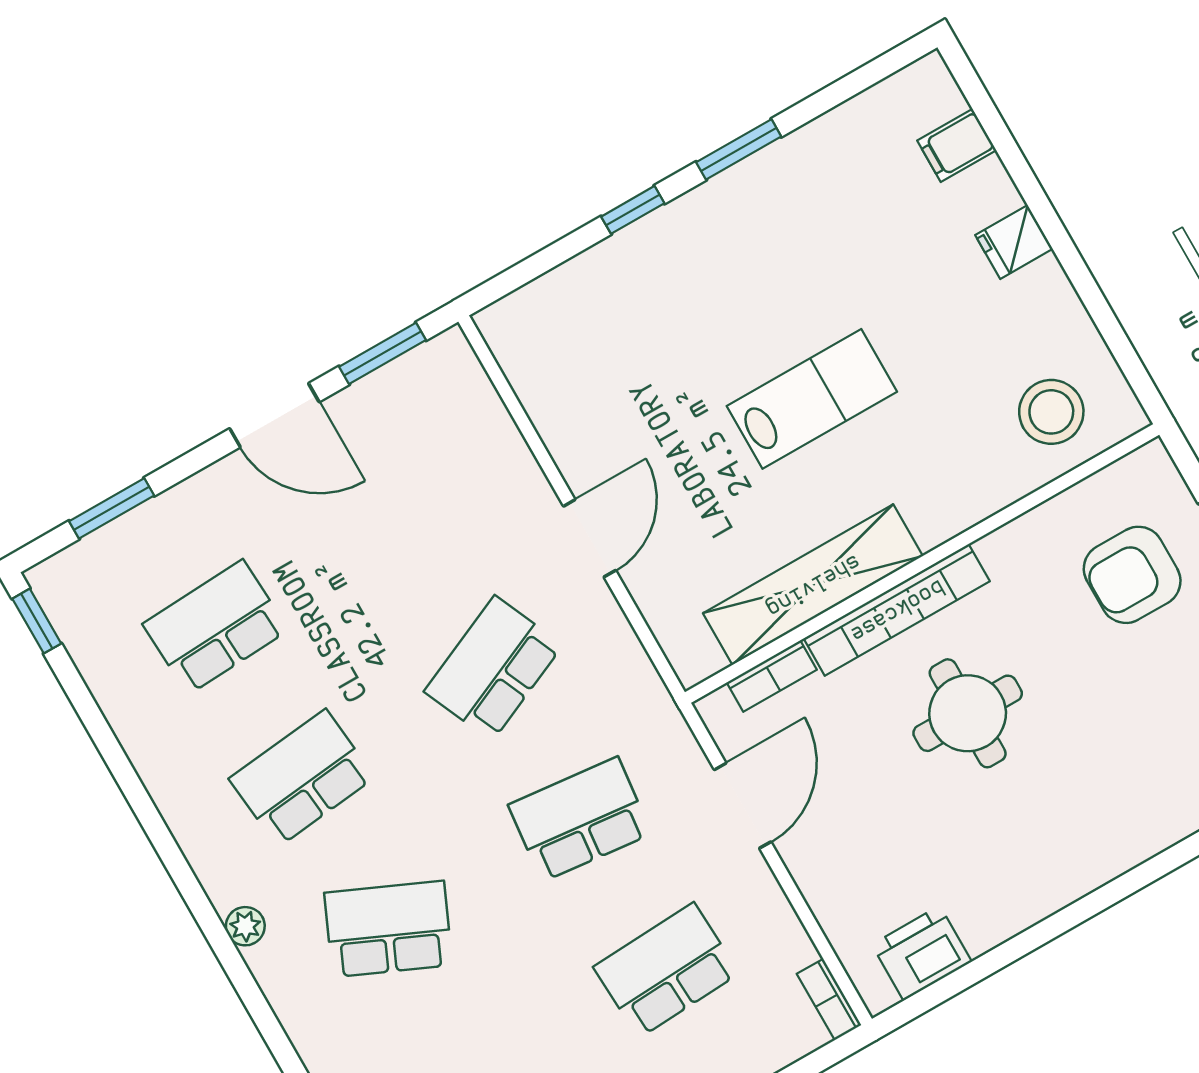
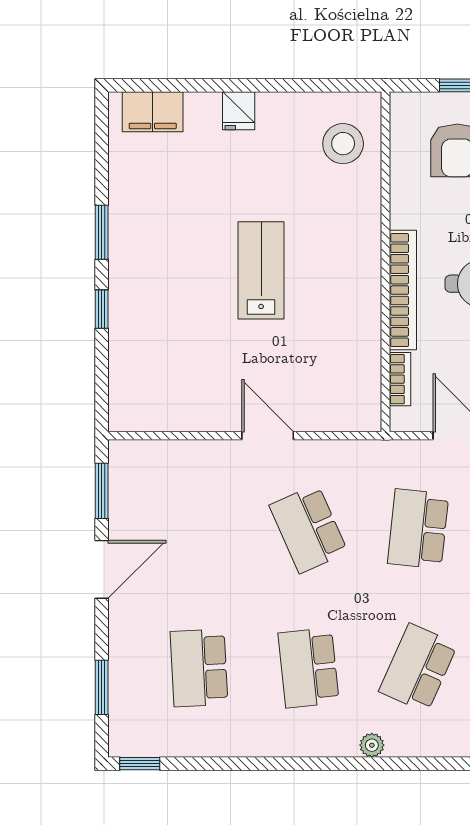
filing cabinet: (957, 145) -> (153, 112), width x2.00
shelving: (813, 585) -> (363, 328), removed

